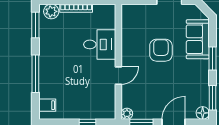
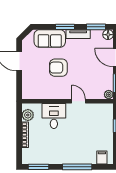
plant: (51, 11) -> (28, 115), moved
tv unit: (203, 75) -> (78, 34), added

